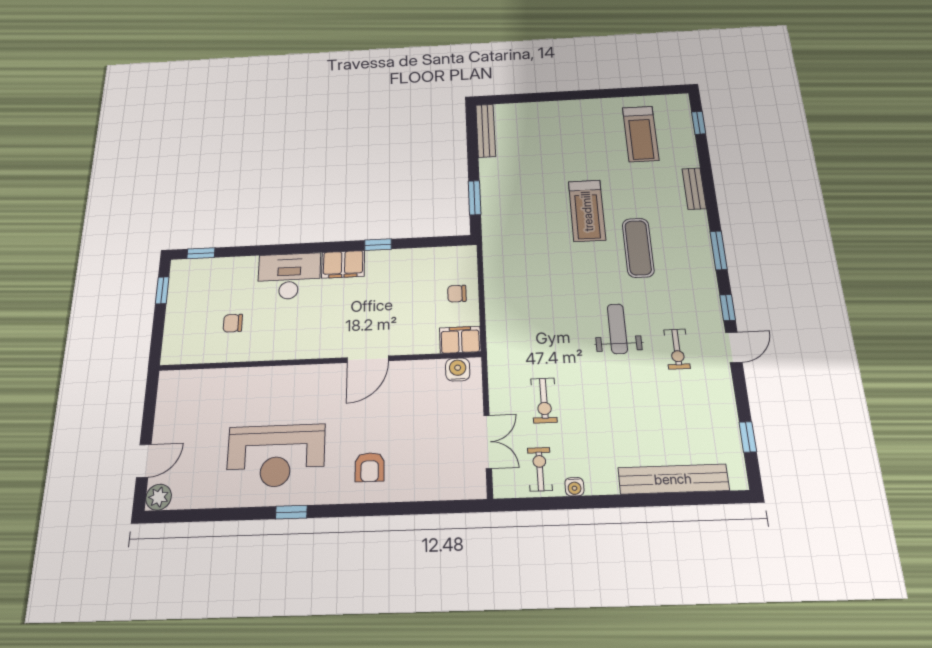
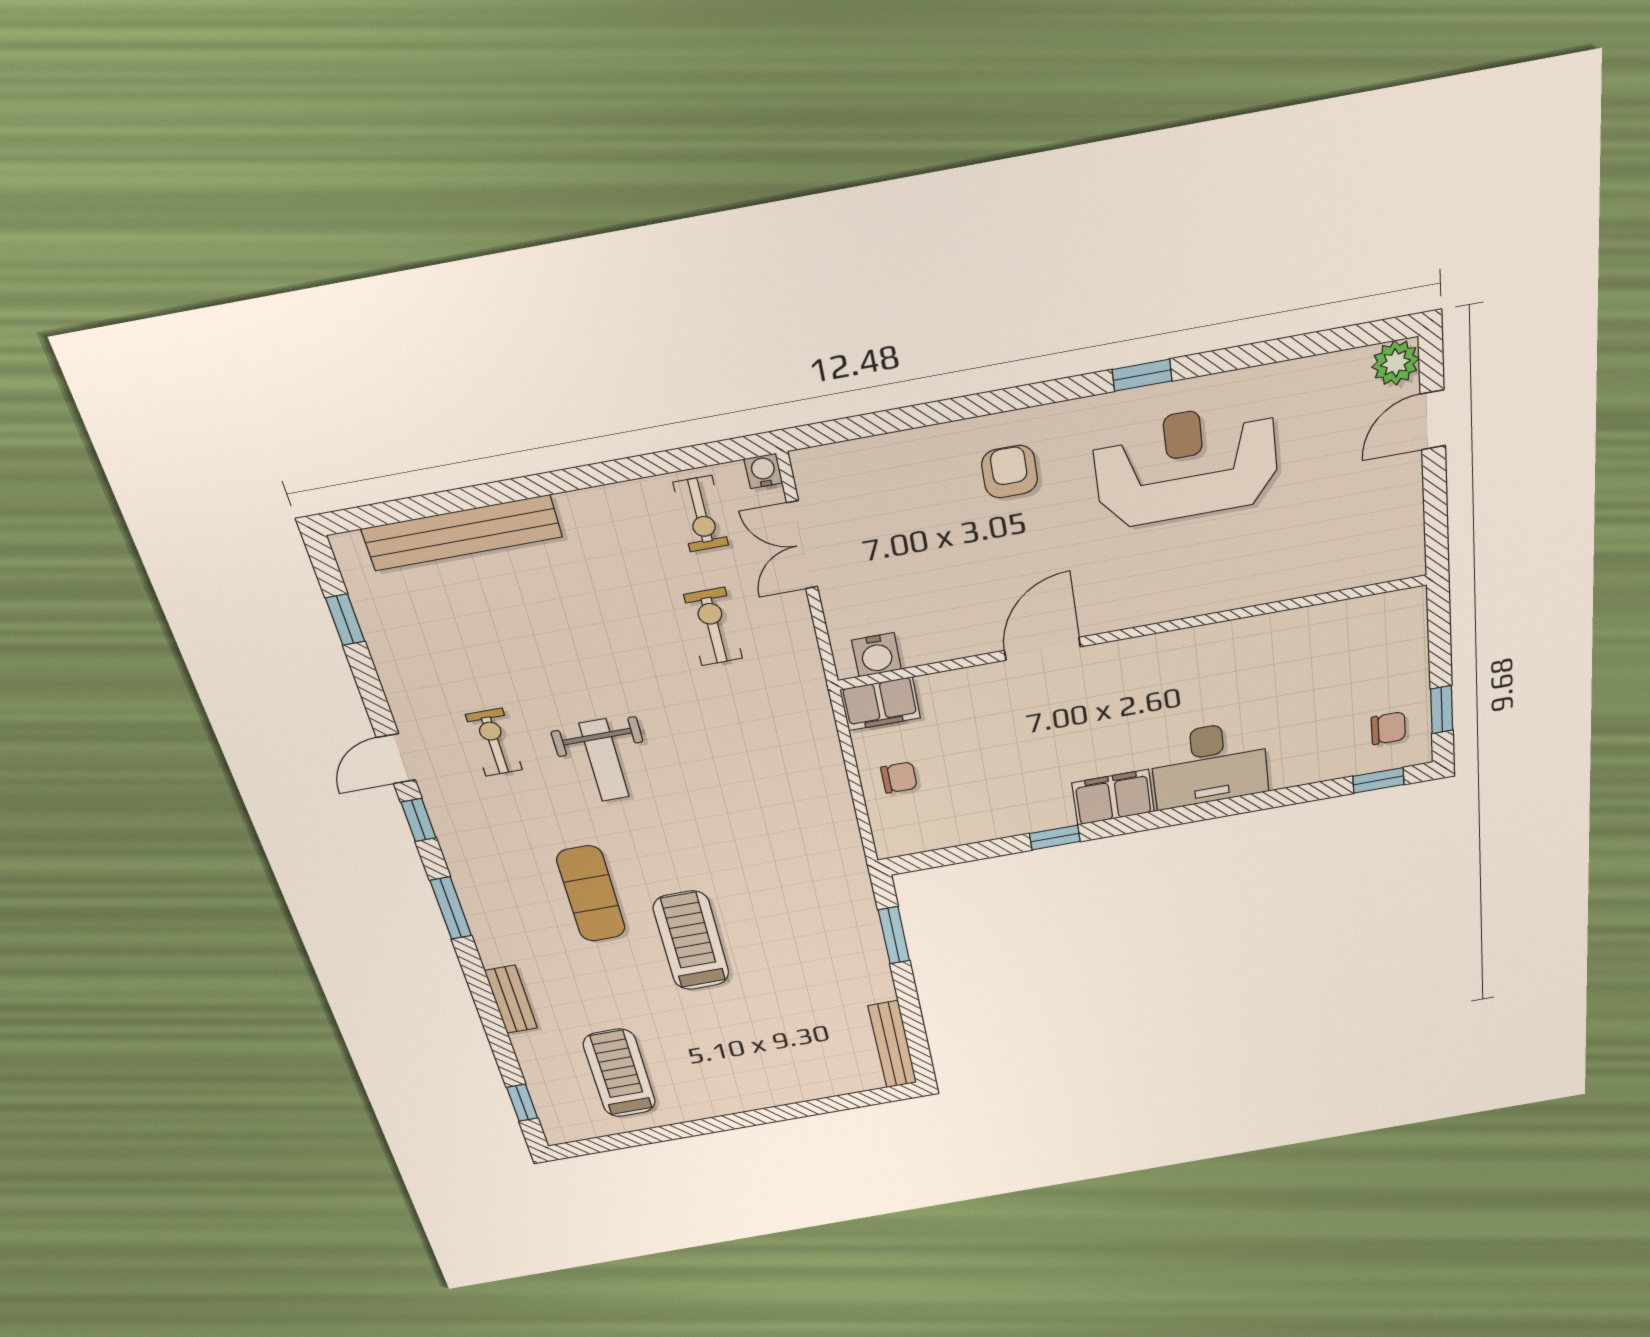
chair: (233, 323) -> (1388, 728), moved
water cooler: (574, 487) -> (763, 471), moved

